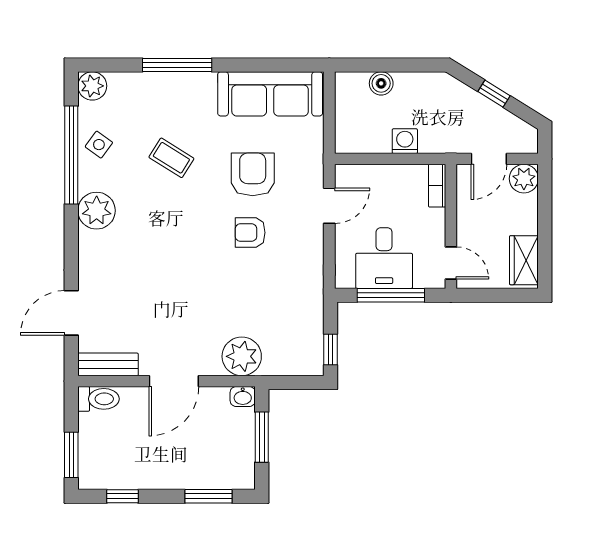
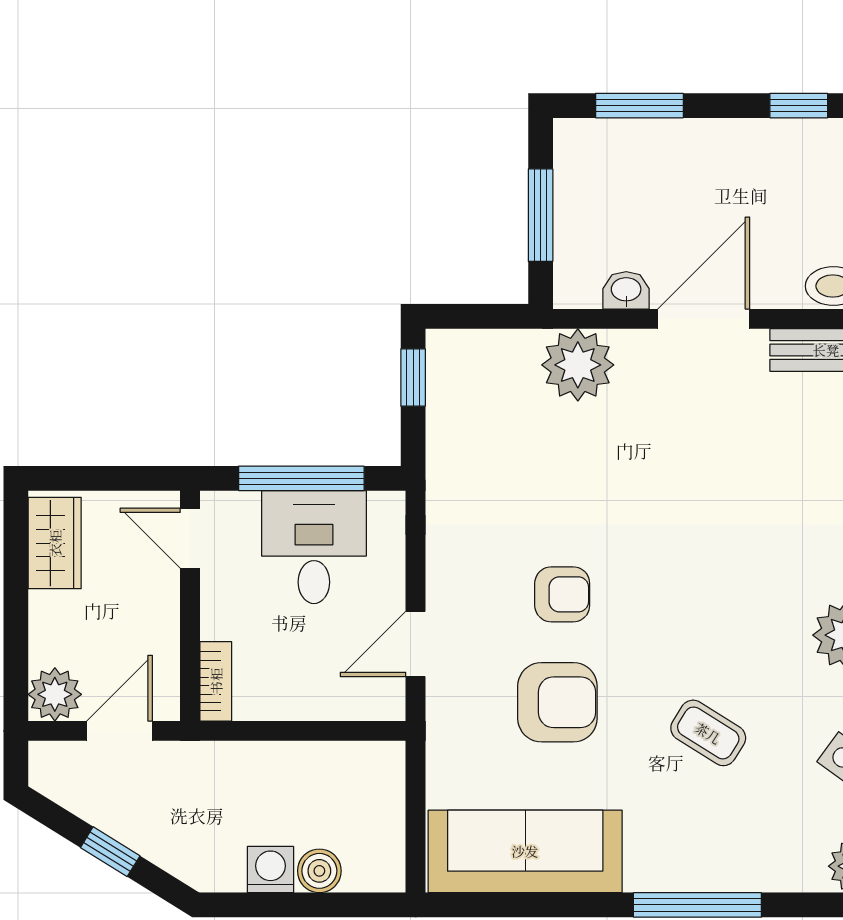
washing machine: (405, 141) -> (270, 870), moved, turned 180
armchair: (253, 174) -> (557, 702), turned -90
washbasin: (243, 397) -> (626, 290), moved

